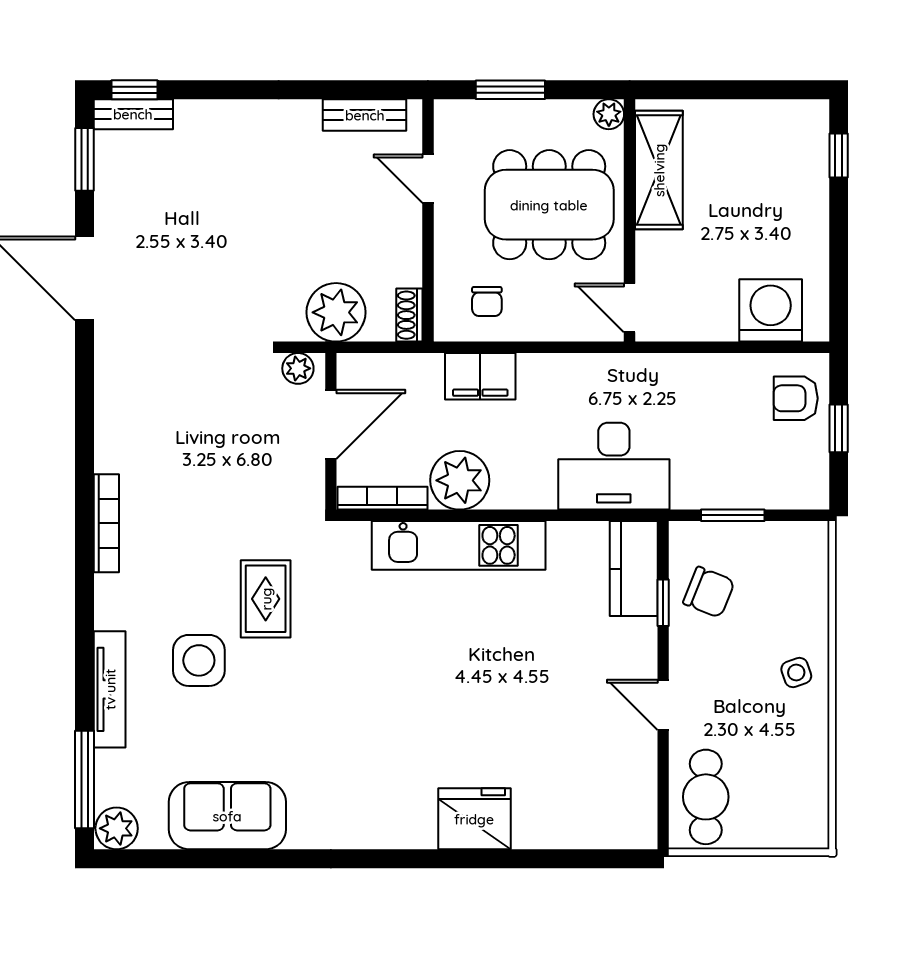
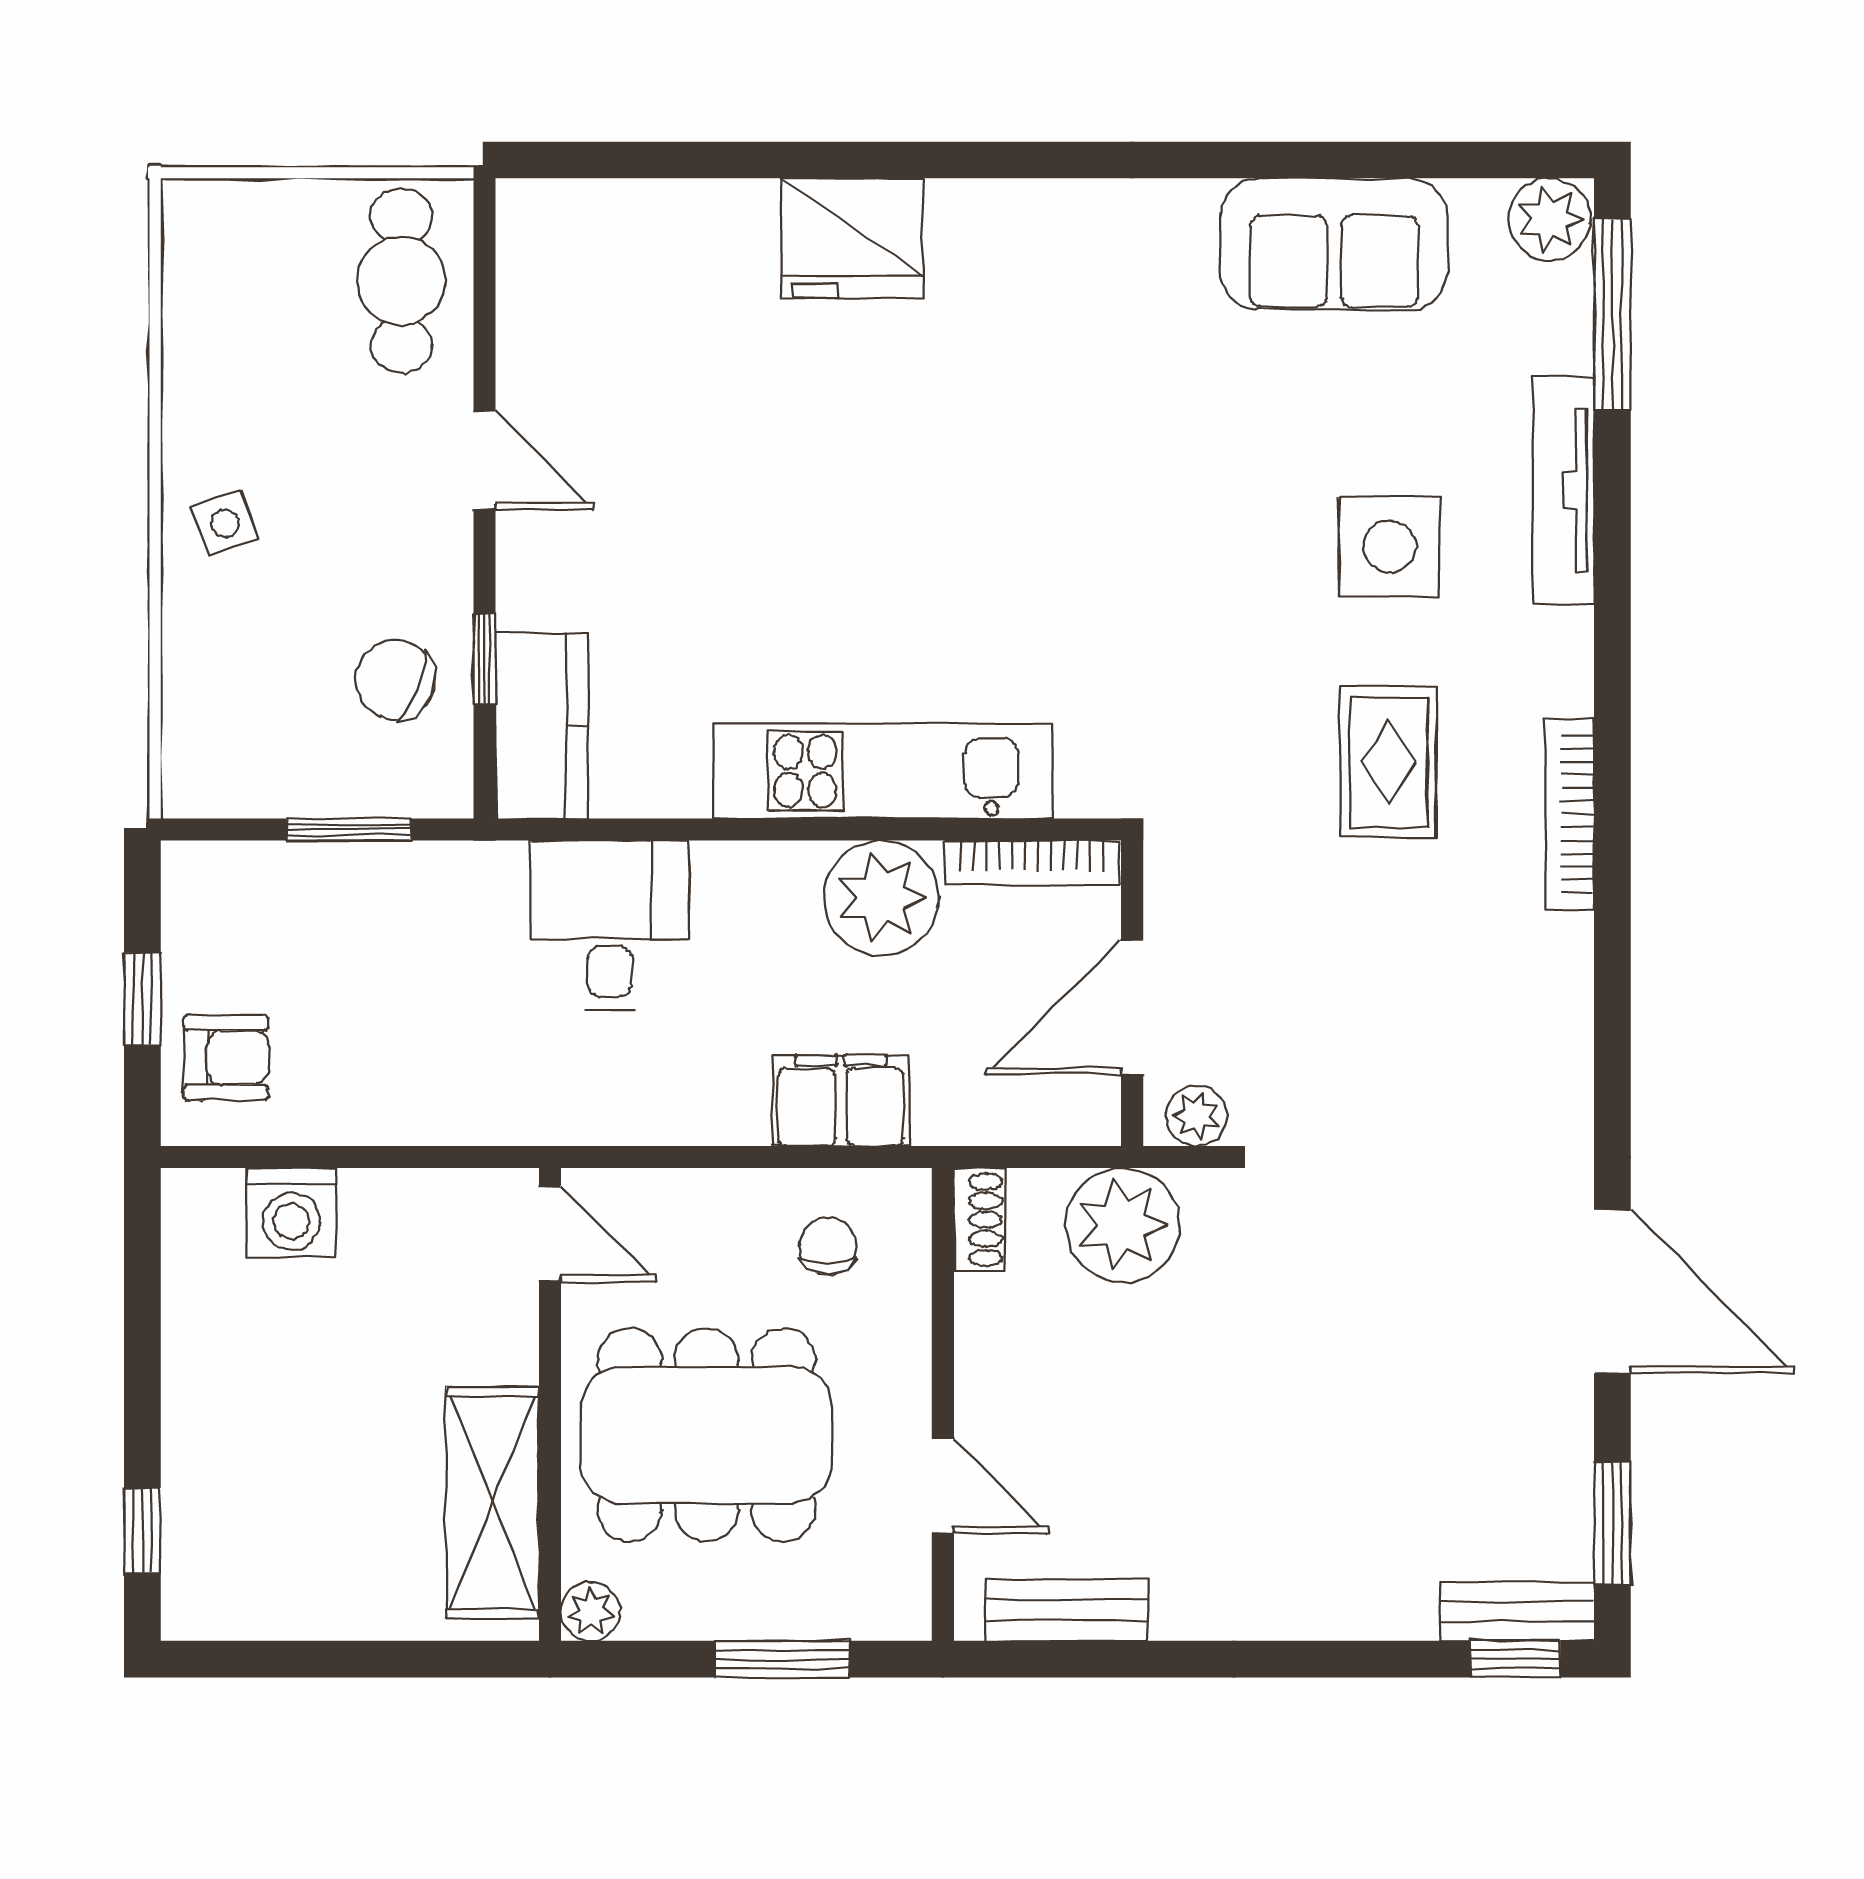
washing machine: (771, 310) -> (291, 1212), width x0.73, depth x0.73
desk: (614, 466) -> (610, 925), width x0.73
rug: (266, 599) -> (1388, 762), moved

